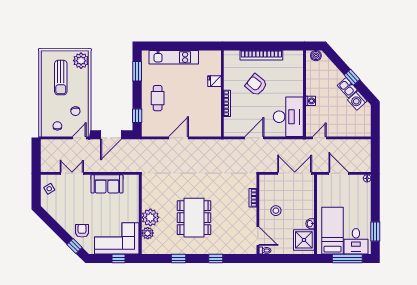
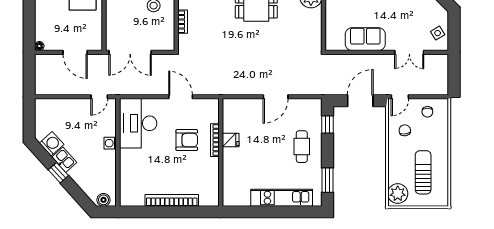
fridge: (214, 81) -> (231, 140), moved
armchair: (256, 85) -> (187, 140), moved, turned -39
door: (254, 138) -> (181, 97), swing flipped

